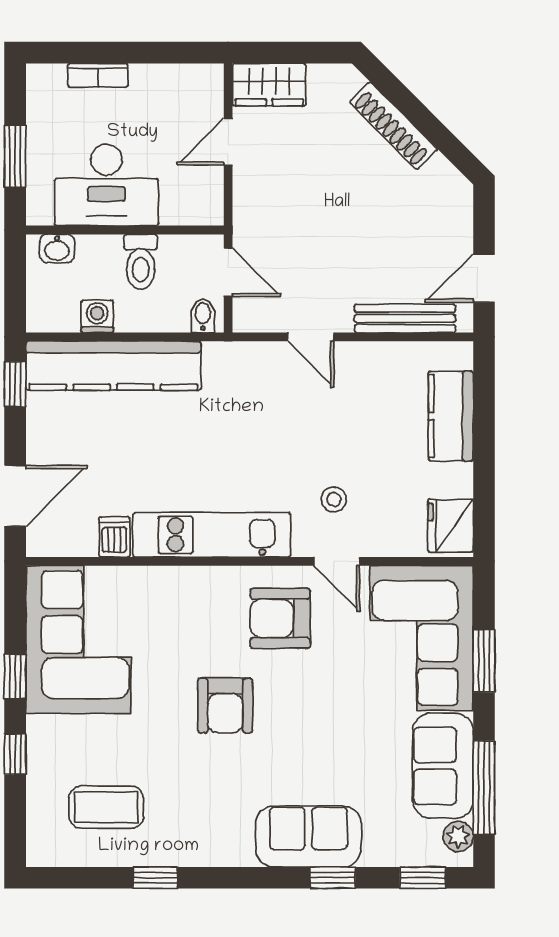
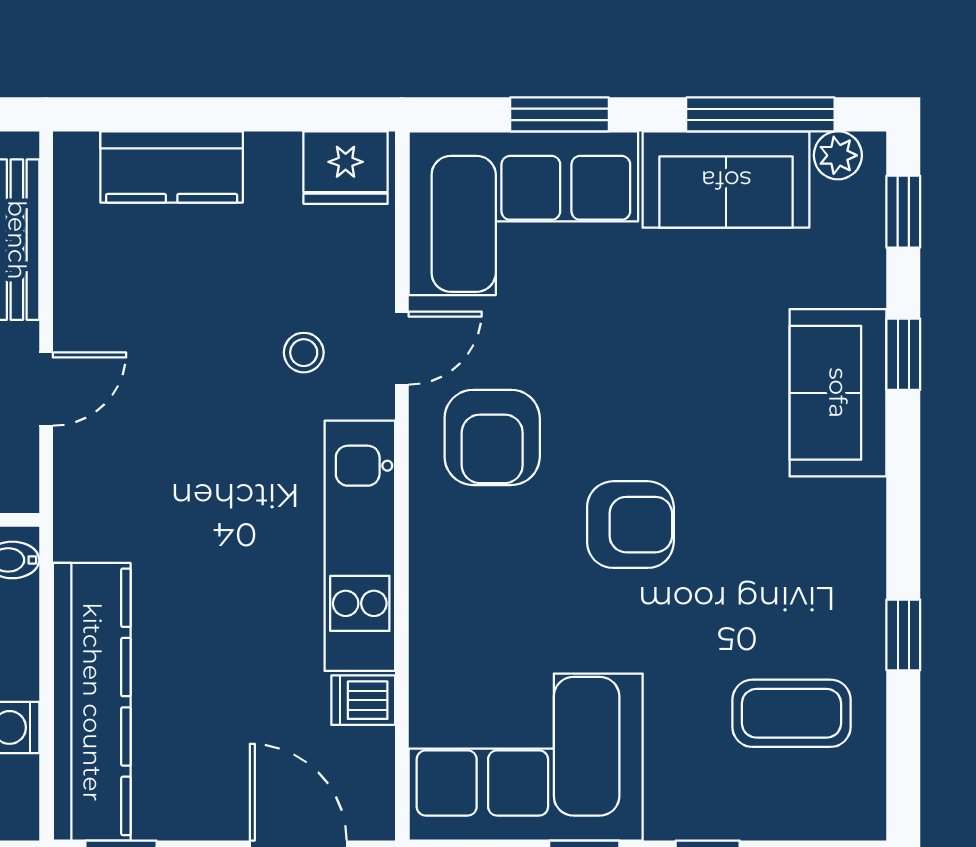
coffee table: (106, 807) -> (791, 713), turned 90

